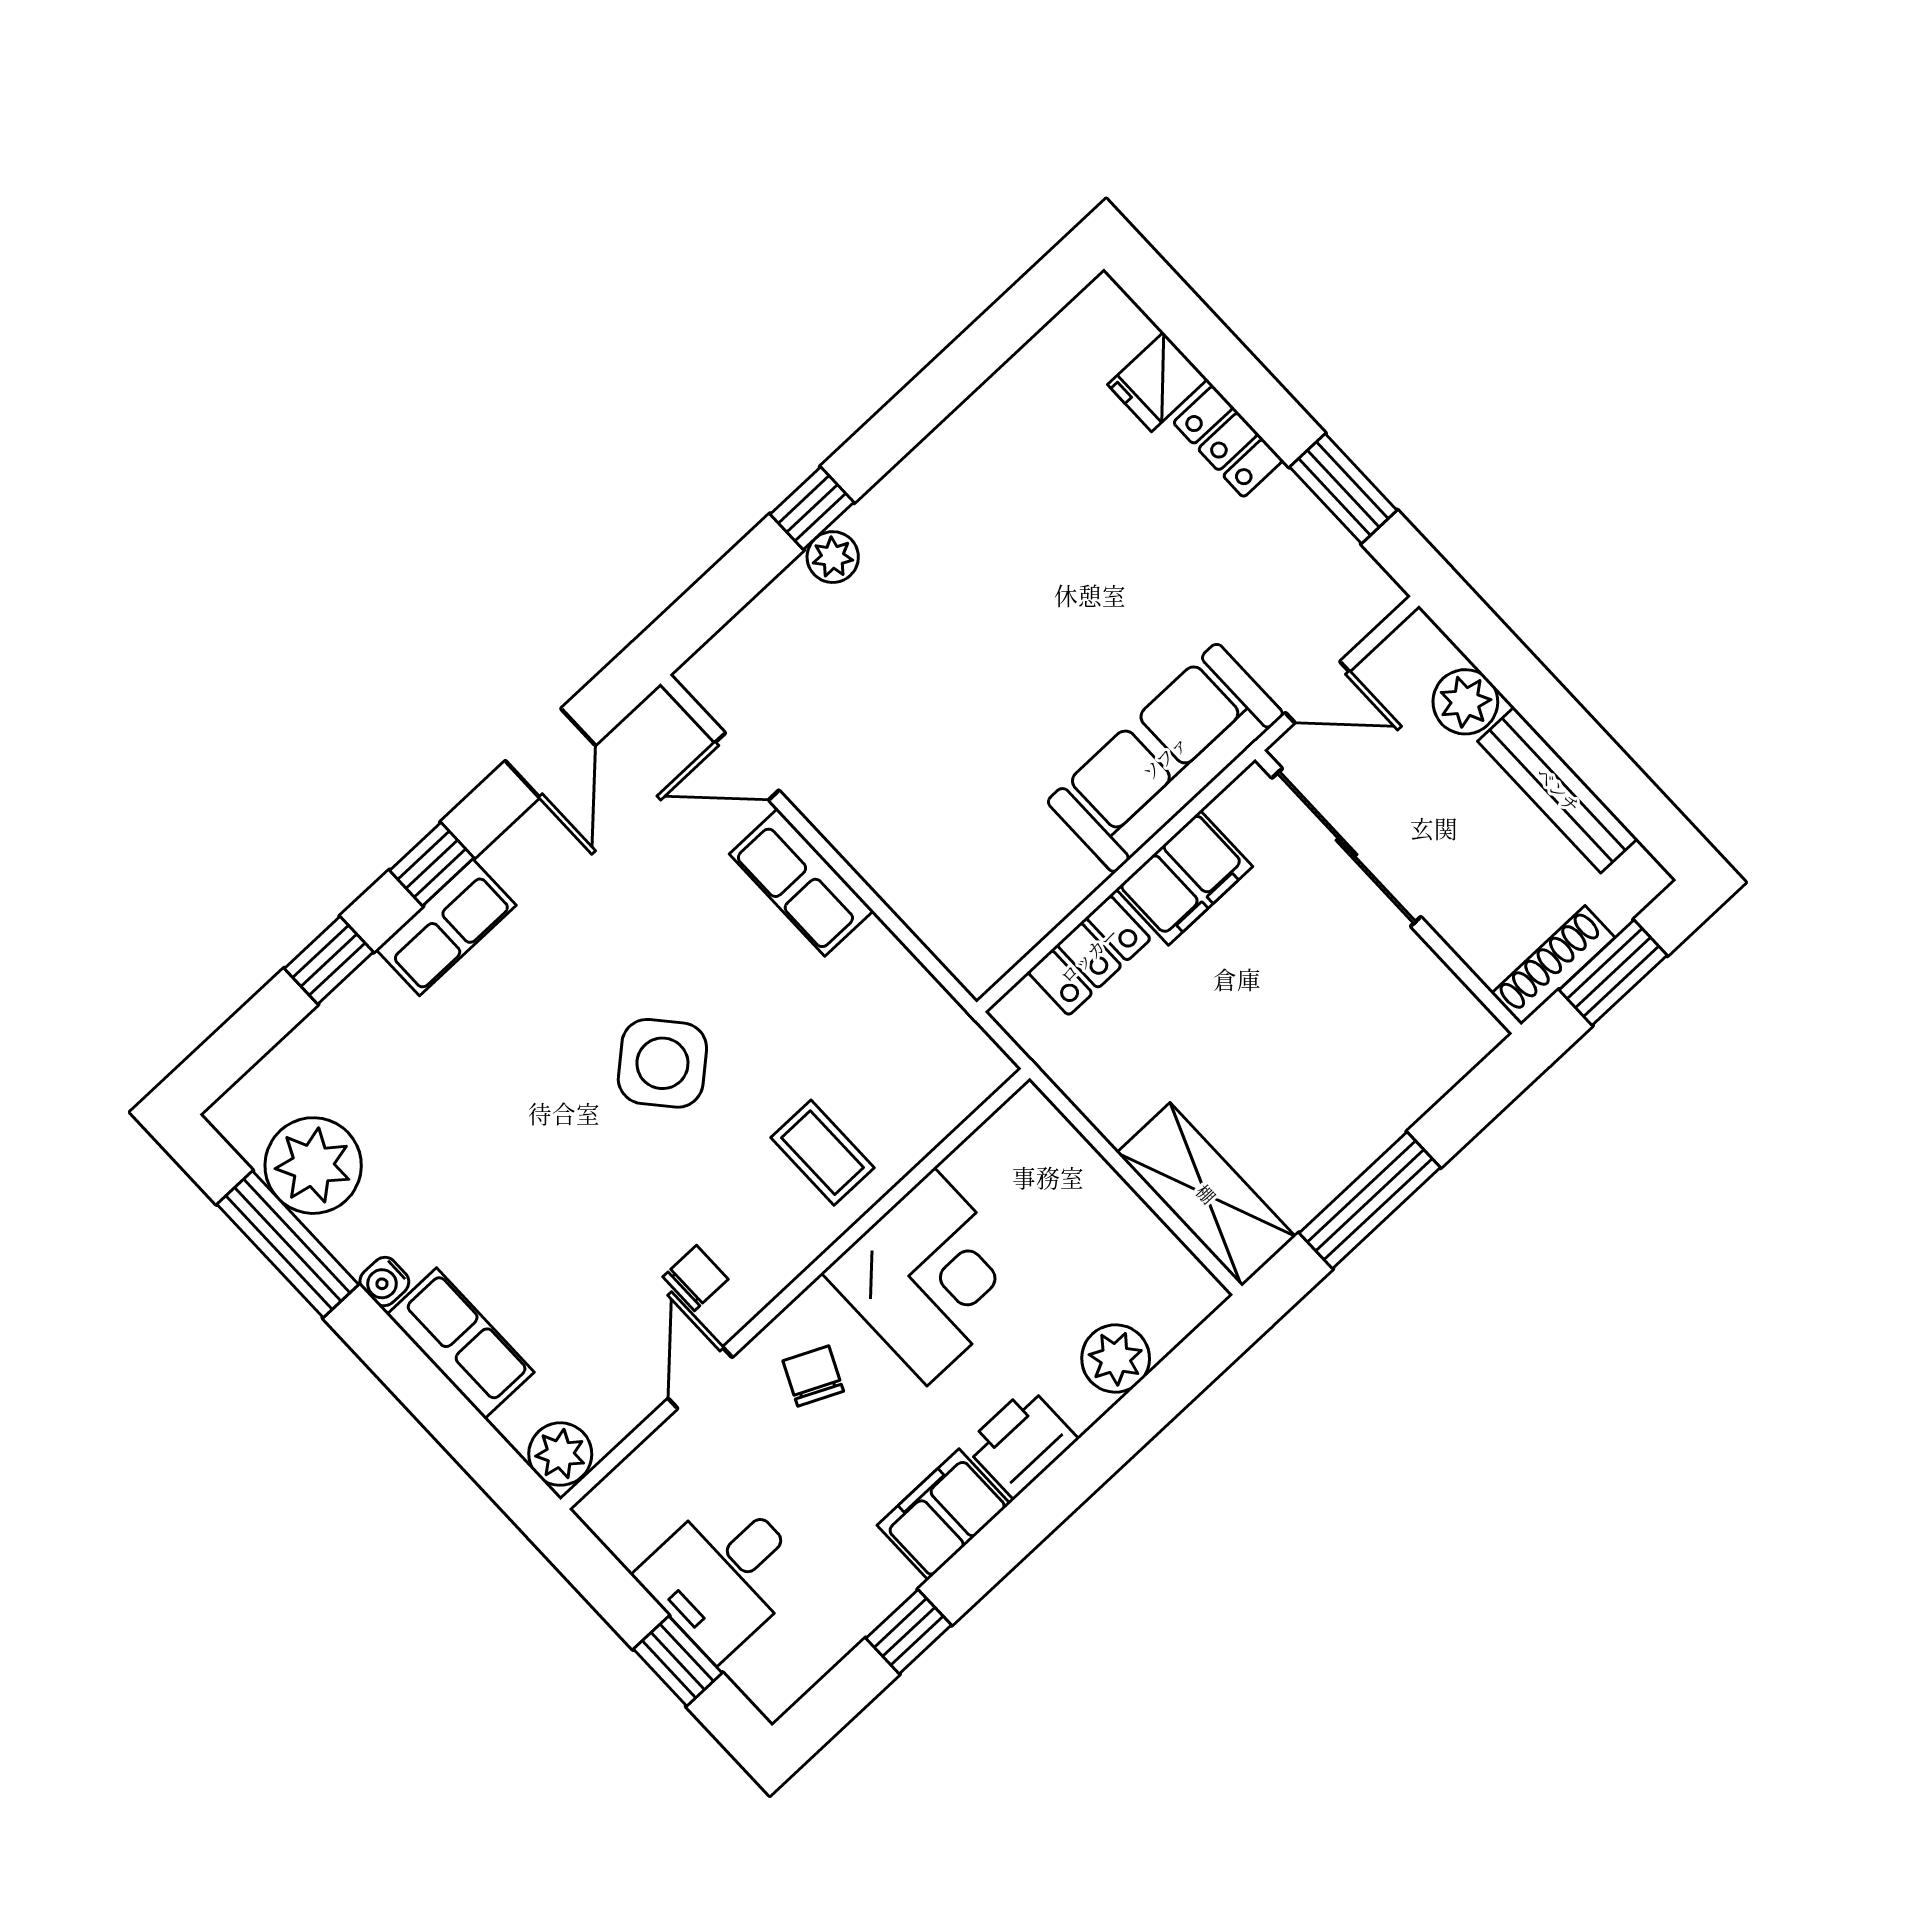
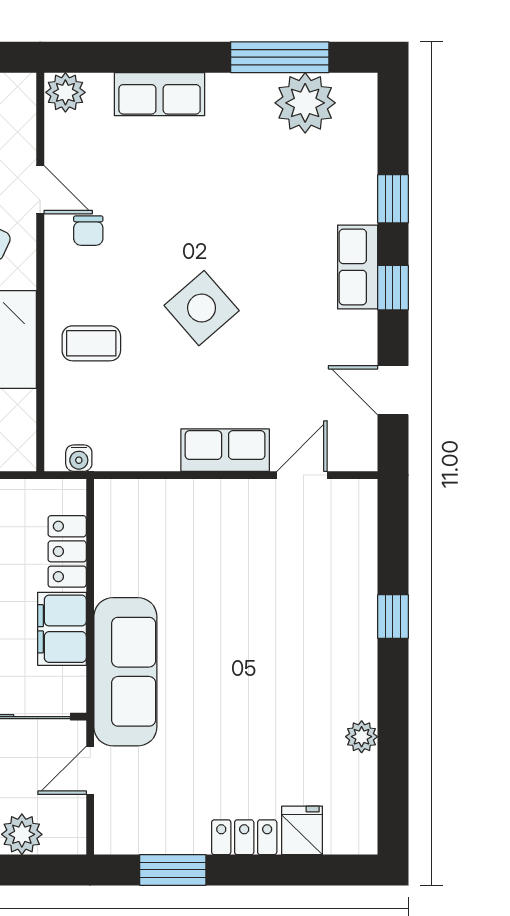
plant: (833, 557) -> (362, 737), moved
water cooler: (384, 1281) -> (79, 458), moved, turned 180

